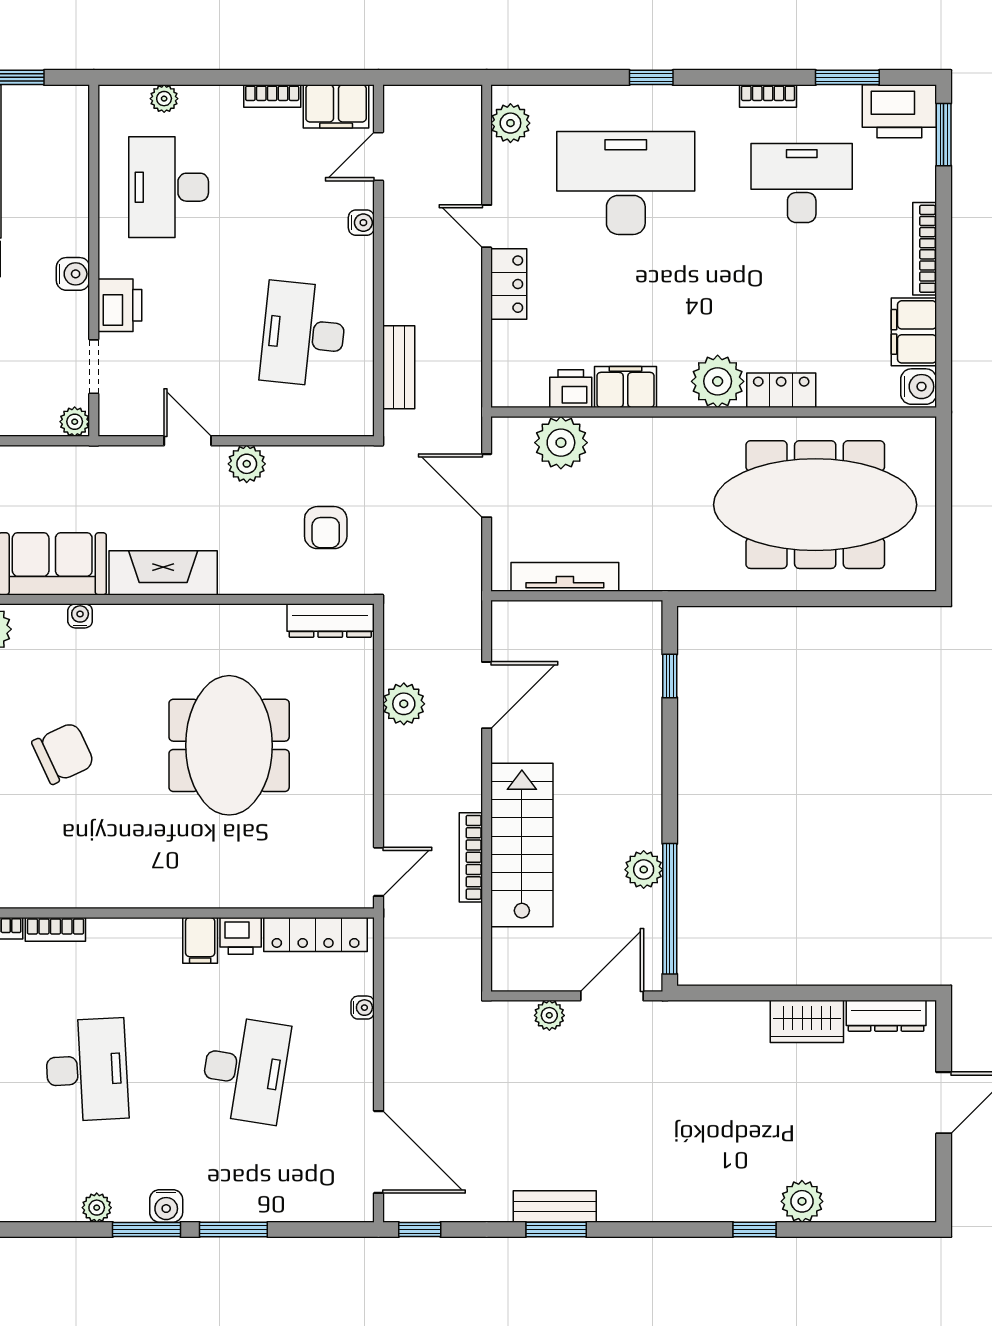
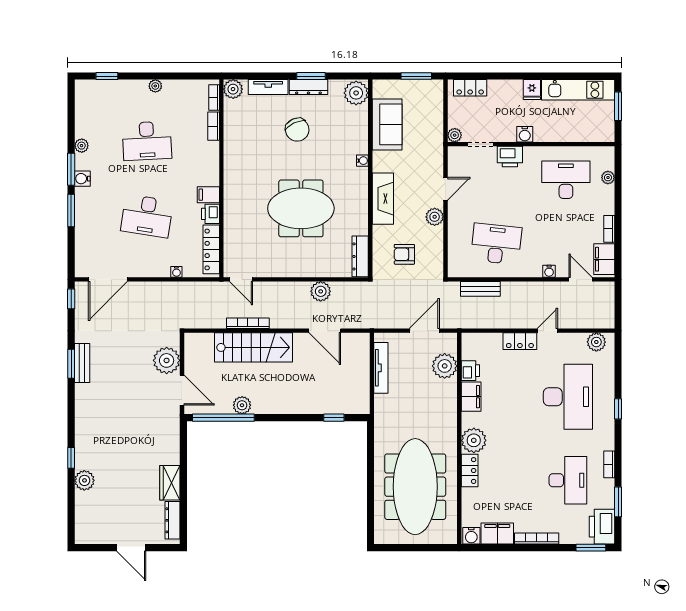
fireplace: (163, 573) -> (383, 199), moved
water cooler: (80, 616) -> (362, 161), moved
plant: (549, 1015) -> (167, 360), width x1.87, depth x1.87

